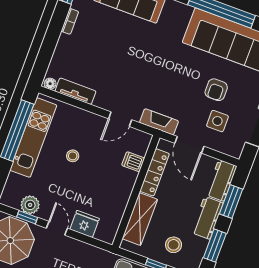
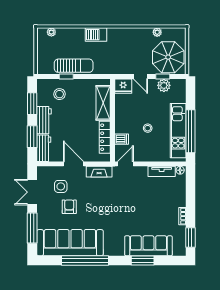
dishwasher: (133, 162) -> (122, 139), moved
locker: (155, 172) -> (105, 137), moved
wall: (136, 191) -> (112, 120), moved
shelving: (140, 219) -> (103, 103), moved

